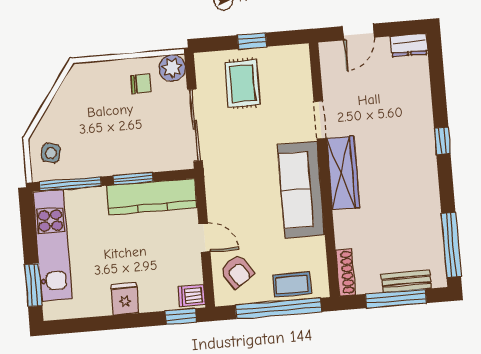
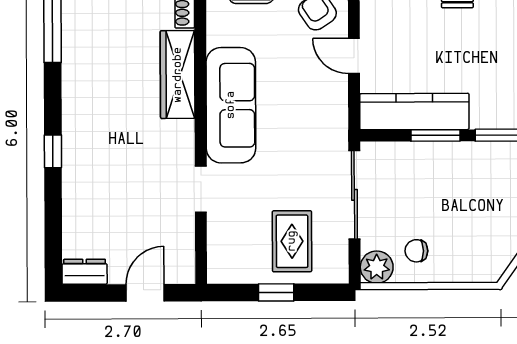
wardrobe: (343, 173) -> (178, 75), moved

